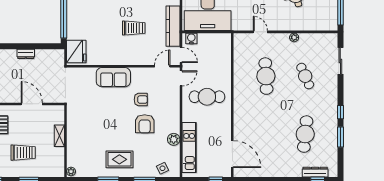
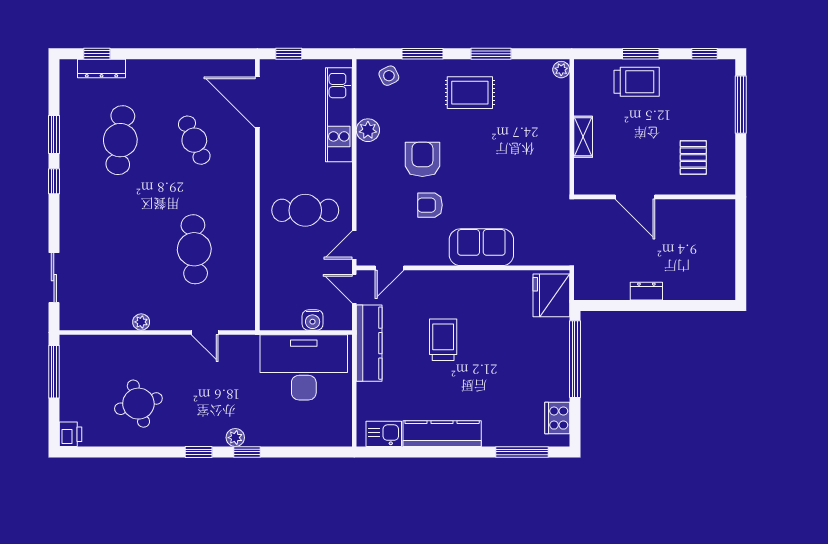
trolley: (134, 28) -> (443, 340), turned 90
water cooler: (191, 38) -> (313, 320), moved
cafe table: (305, 76) -> (194, 140), moved
trolley: (23, 153) -> (637, 82), moved, turned 180

